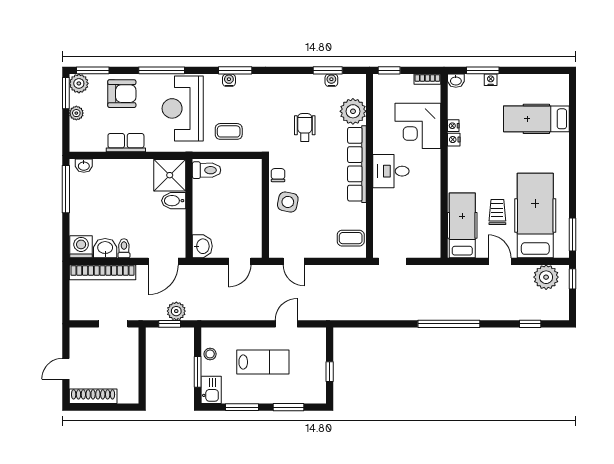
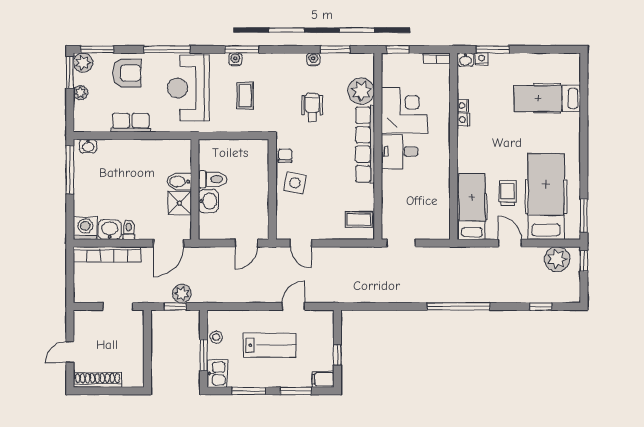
water cooler: (331, 80) -> (313, 59), moved
nightstand: (491, 80) -> (482, 59), moved
corner desk: (418, 126) -> (404, 110), moved, turned 180
coffee table: (229, 131) -> (245, 96), moved, turned 90
toilet: (207, 170) -> (213, 179), moved
shower: (170, 175) -> (179, 203), moved, width x0.73, depth x0.73
washbasin: (202, 246) -> (208, 201), moved
filing cabinet: (315, 396) -> (323, 379), added

